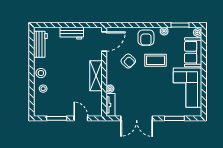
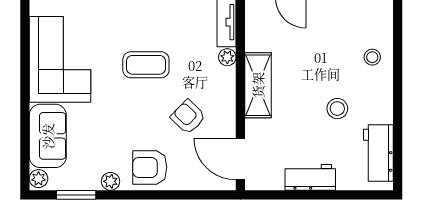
armchair: (146, 38) -> (150, 167), turned -90
door: (104, 42) -> (240, 159), hinge flipped
coffee table: (156, 60) -> (146, 65), moved
stool: (41, 73) -> (337, 109), moved

